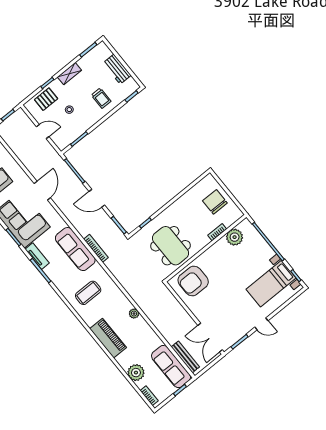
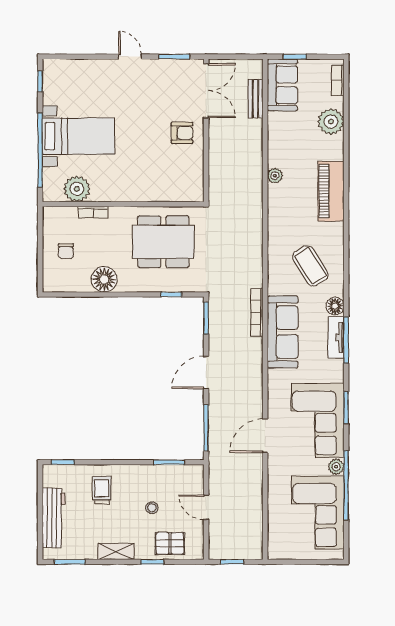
workbench: (117, 69) -> (54, 518), width x1.38
door: (97, 198) -> (206, 373), swing flipped
chair: (215, 202) -> (66, 251), width x0.54, depth x0.54
floor lamp: (185, 203) -> (104, 279), added
dining table: (170, 246) -> (163, 242), turned 90
tv unit: (37, 256) -> (336, 337), moved
armchair: (193, 281) -> (182, 133), moved, width x0.53, depth x0.53
floor lamp: (60, 283) -> (335, 306), added
bed with nightstands: (271, 284) -> (78, 136), moved
coffee table: (88, 293) -> (310, 266), turned 58
plant: (134, 314) -> (275, 176), moved
bench: (185, 357) -> (255, 99), width x0.73
sofa: (171, 367) -> (282, 85), width x0.73

